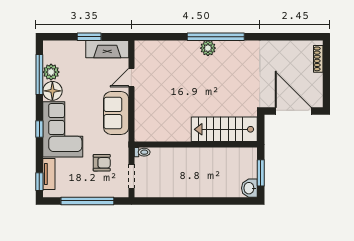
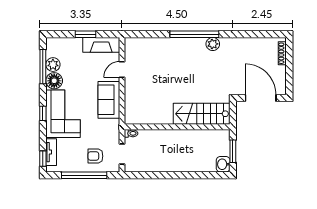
plant: (208, 48) -> (213, 44), moved
armchair: (102, 163) -> (95, 156), moved, turned 180

